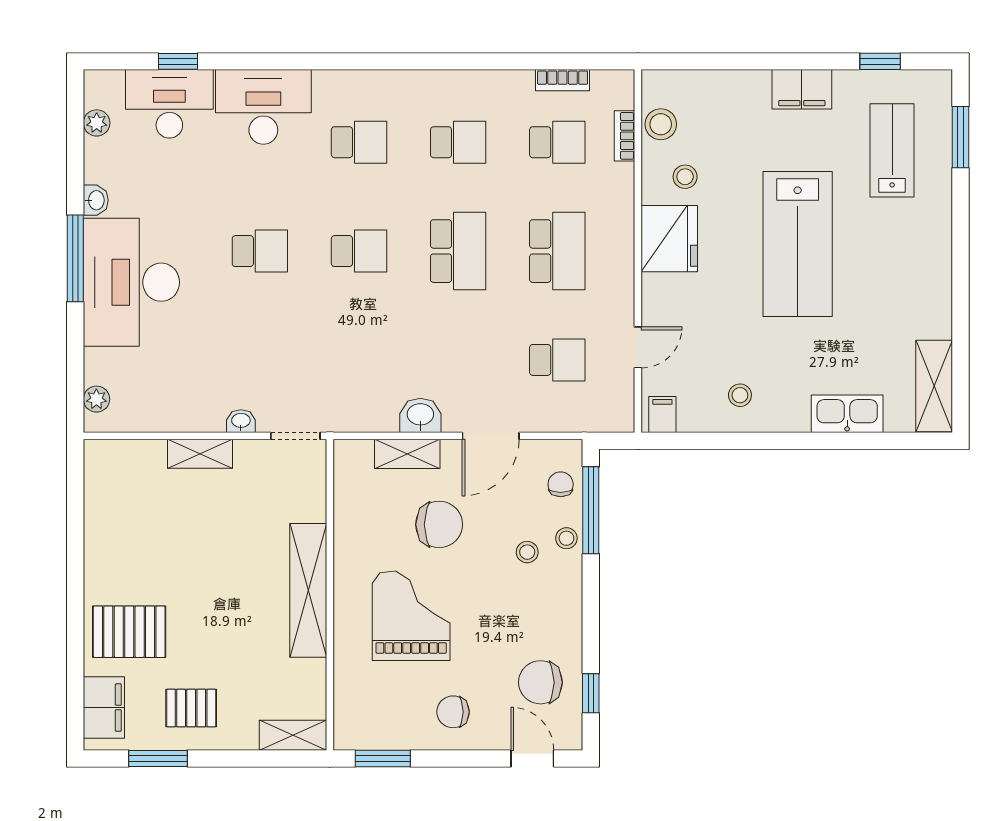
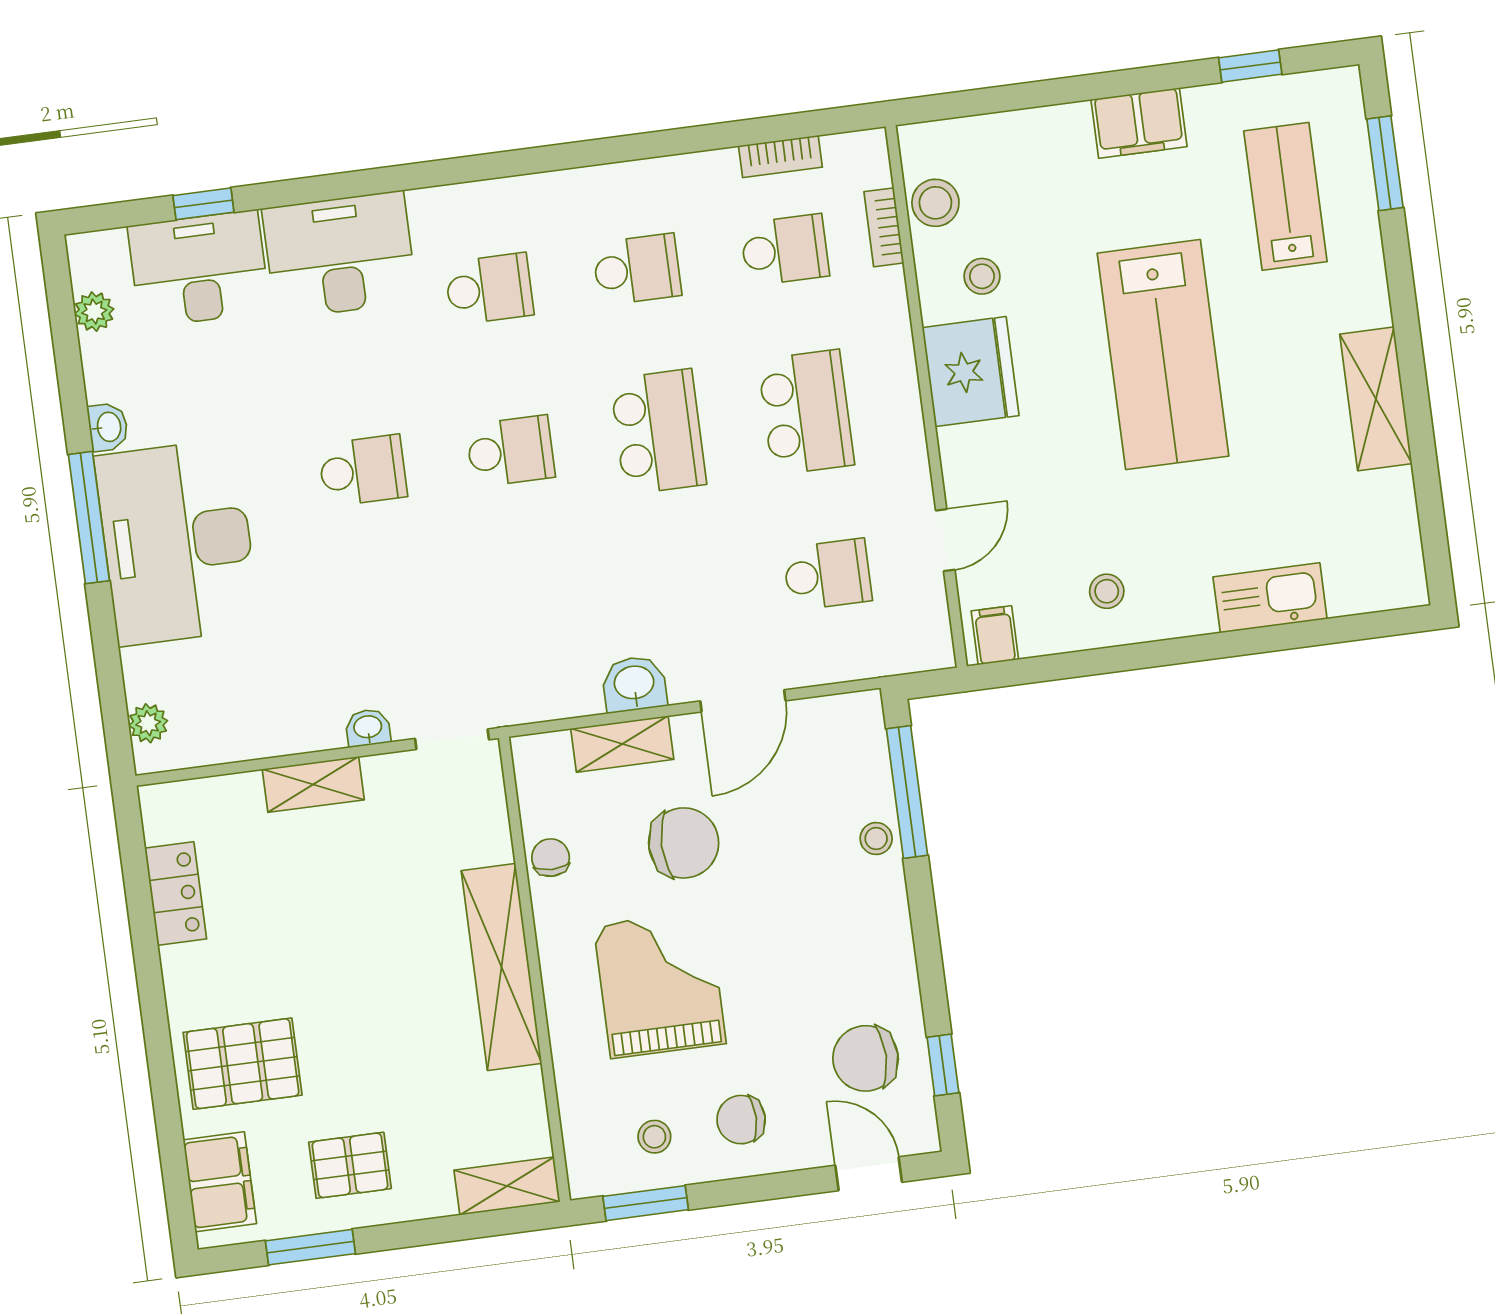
shelving: (934, 386) -> (1376, 399), moved
chair: (561, 484) -> (551, 858), moved
locker: (100, 514) -> (176, 894), added
stool: (527, 552) -> (654, 1137), moved

